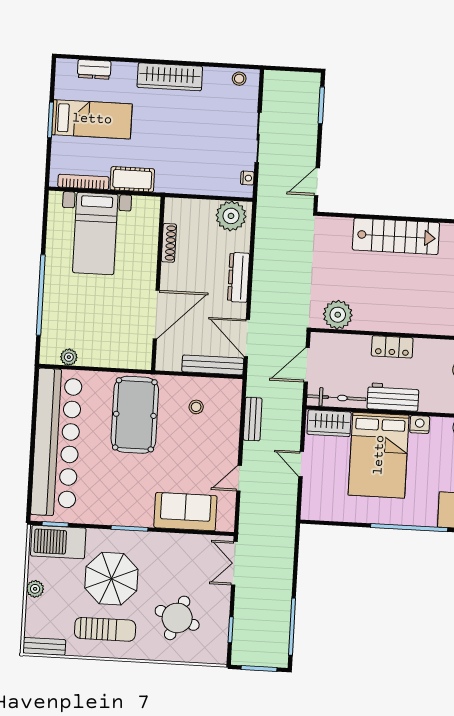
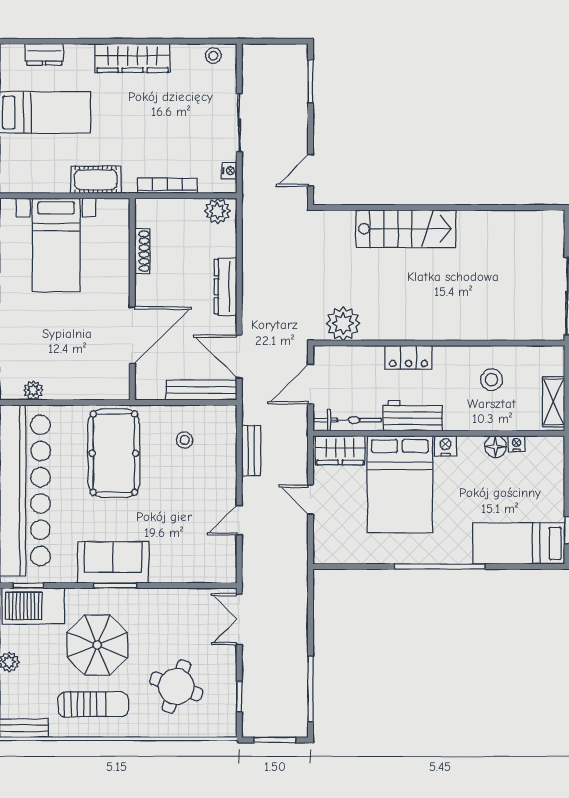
bookcase: (83, 182) -> (167, 186), moved
plant: (231, 216) -> (217, 211), width x0.73, depth x0.73
sofa: (185, 512) -> (113, 562), moved

